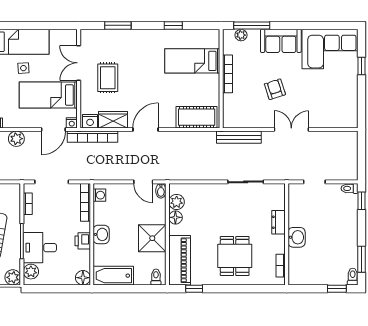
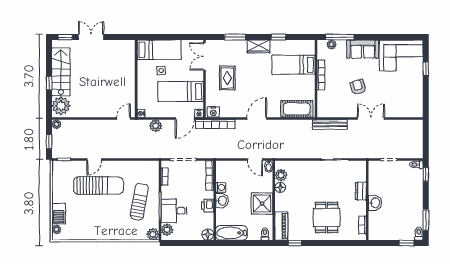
double door: (79, 63) -> (204, 56), moved
wardrobe: (113, 120) -> (259, 46), moved, turned 180
washing machine: (99, 195) -> (221, 188), moved
piano: (180, 260) -> (281, 226), width x0.73, depth x0.75

